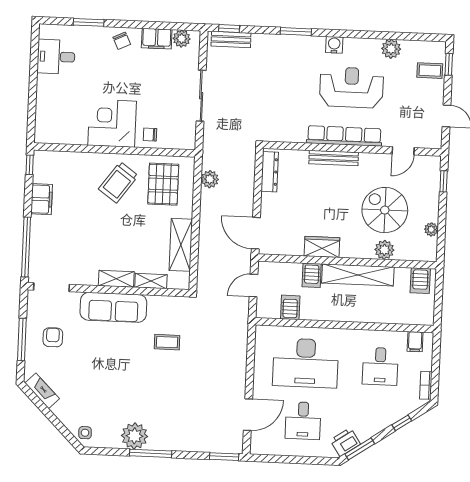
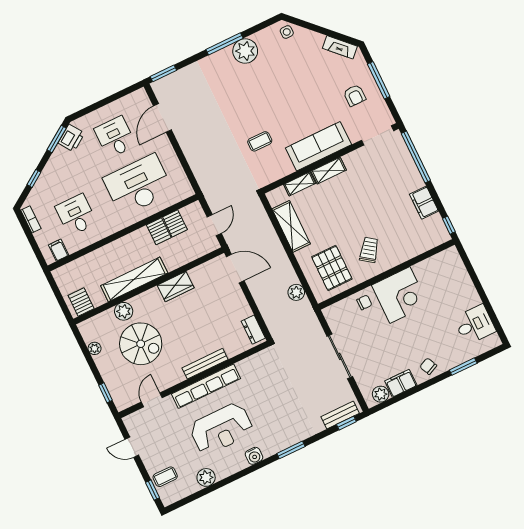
dresser: (270, 172) -> (253, 330), width x0.70
trolley: (118, 182) -> (369, 250), width x0.73, depth x0.72
server rack: (312, 275) -> (159, 231), moved, turned 180

